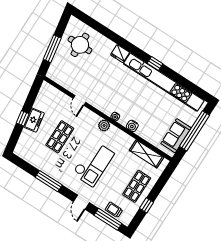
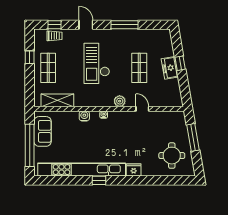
plant: (104, 125) -> (120, 101), moved
window: (108, 219) -> (54, 25), width x0.46

